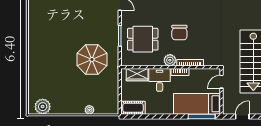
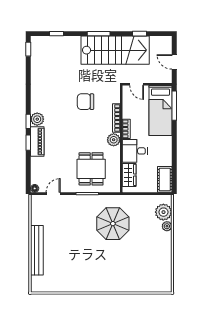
chair: (179, 33) -> (86, 102), moved, turned 180
plant: (43, 107) -> (163, 212), moved

